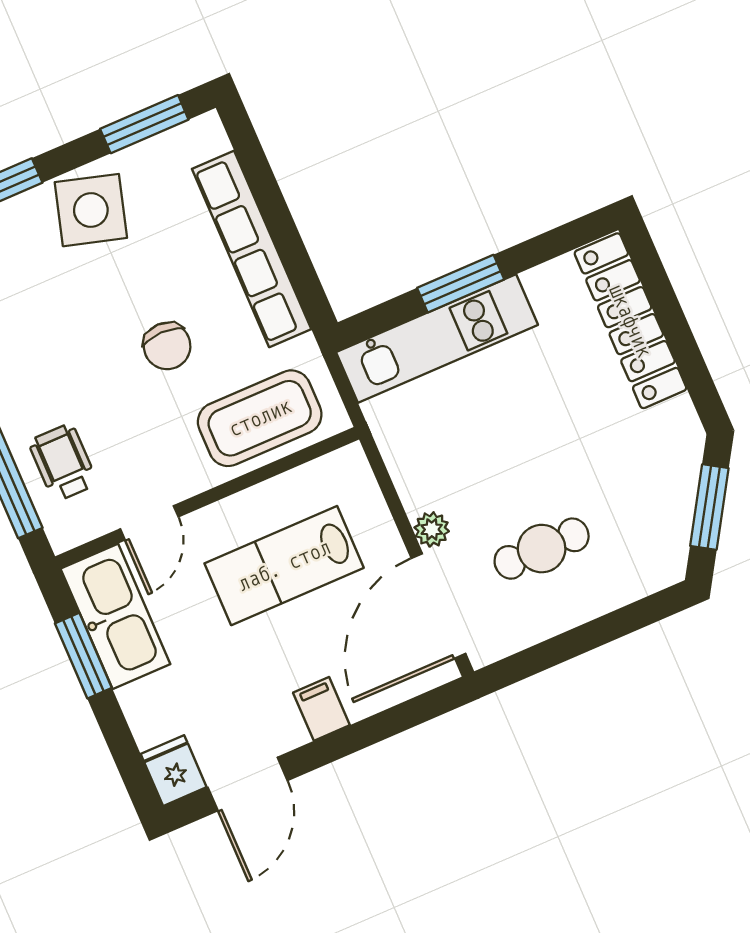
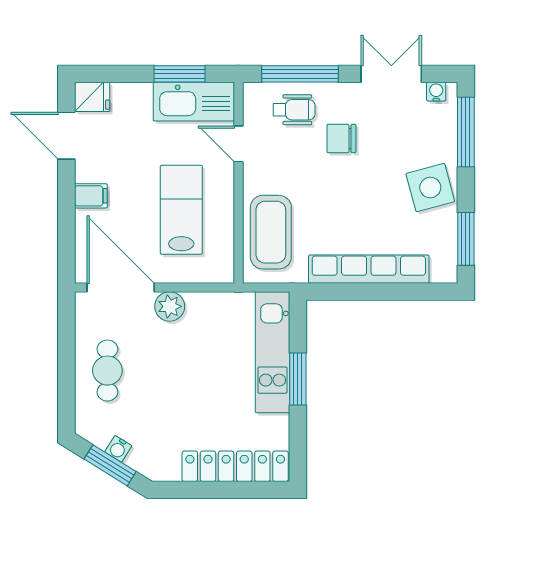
side table: (91, 210) -> (430, 188), turned -31
chair: (167, 346) -> (341, 138), moved
water cooler: (680, 506) -> (118, 449), added
plant: (432, 529) -> (170, 306), width x1.38, depth x1.38
cafe table: (542, 549) -> (107, 371), moved

